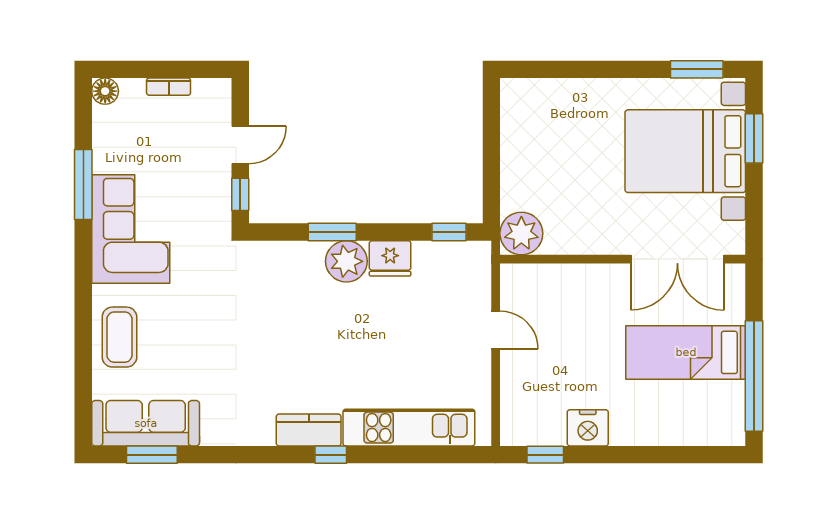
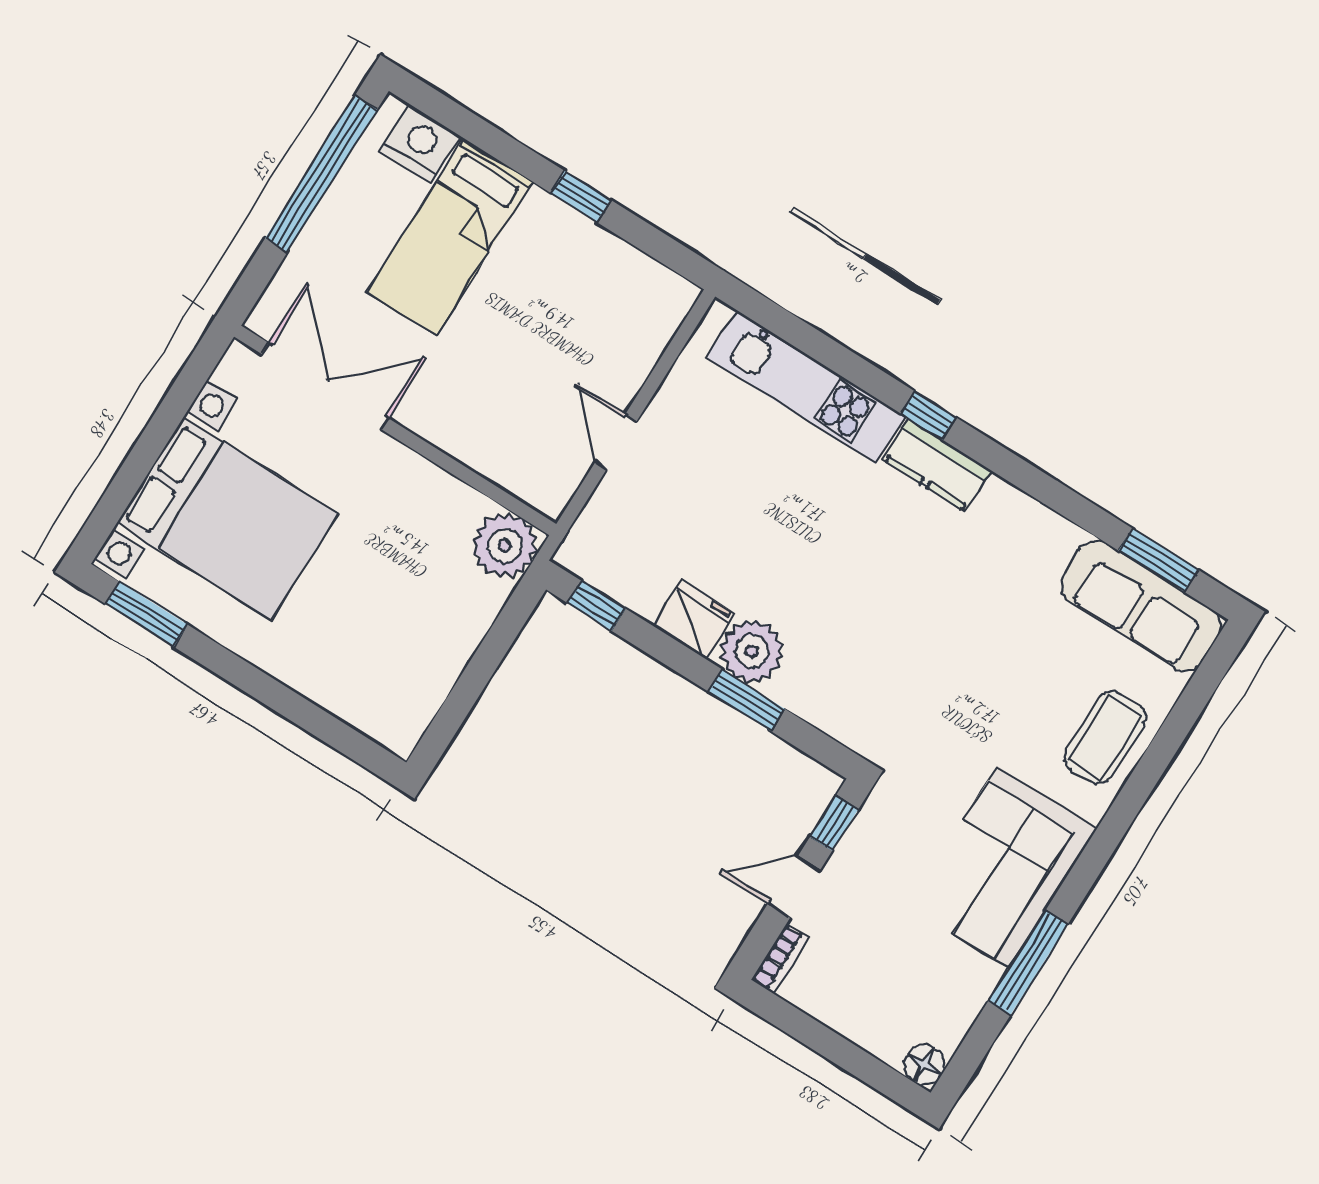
bookcase: (169, 87) -> (780, 959), moved, turned 90
window: (754, 138) -> (129, 479), removed
bed: (686, 352) -> (450, 237), moved, turned 90
nightstand: (588, 428) -> (420, 143), moved
window: (545, 455) -> (581, 197), moved

